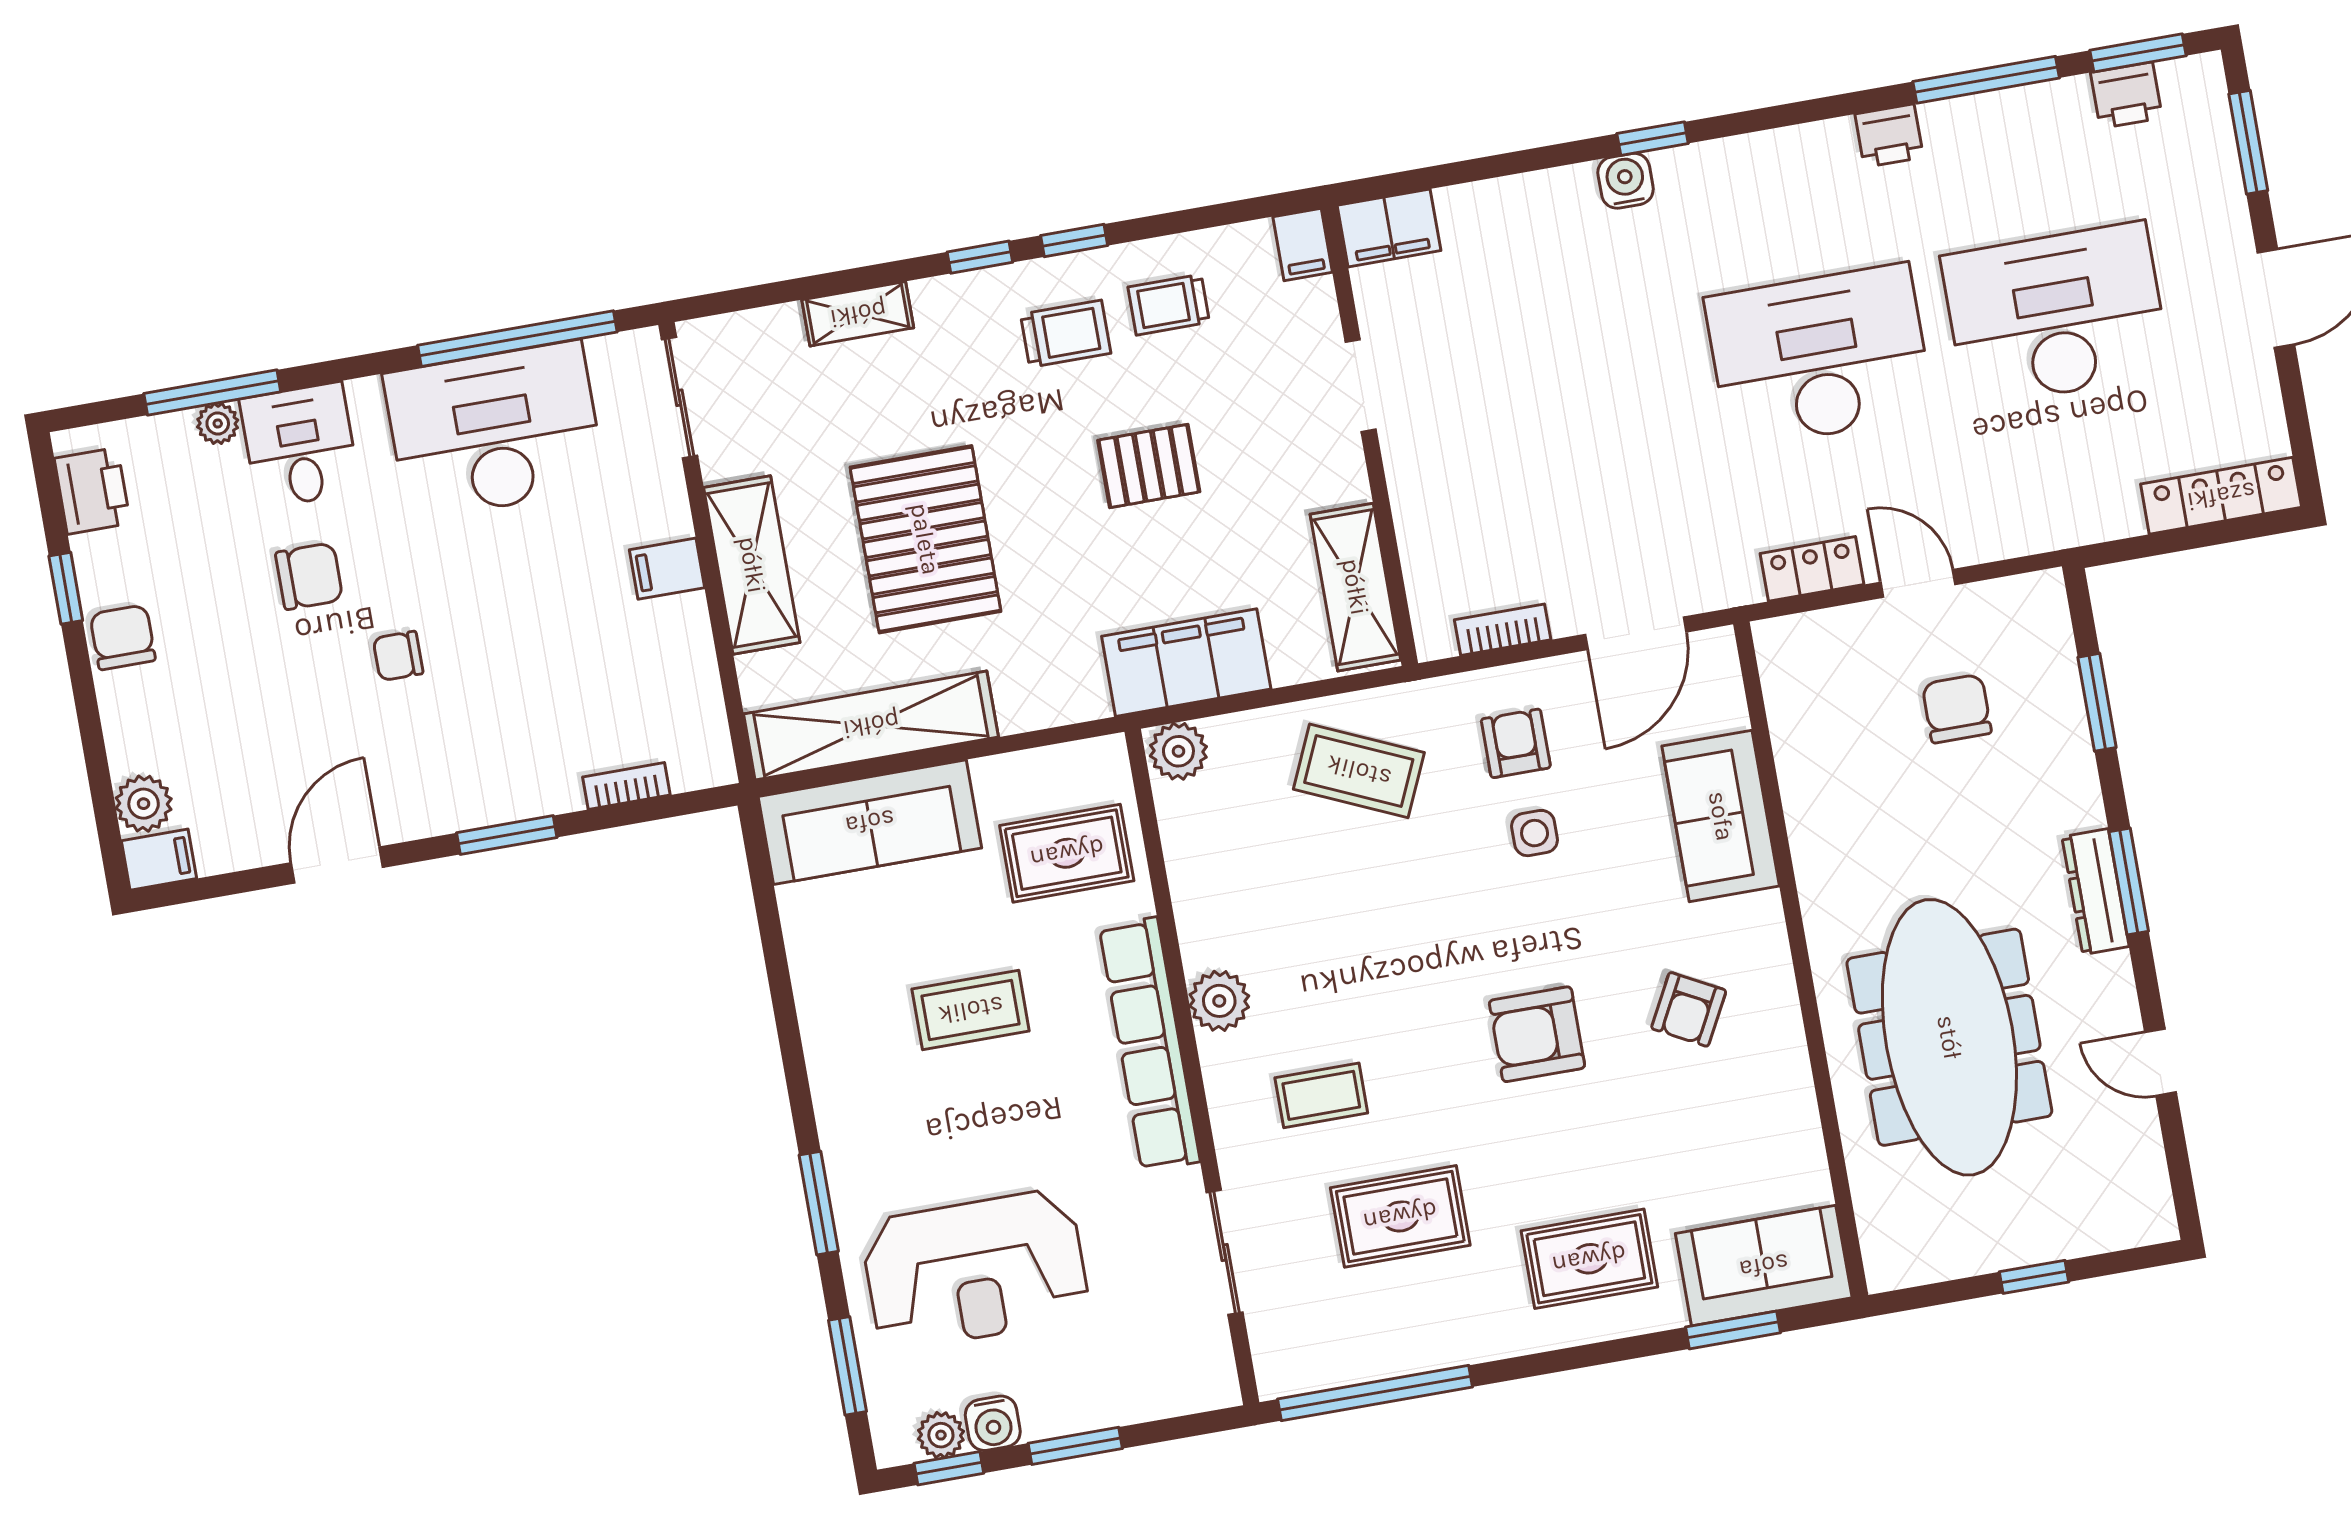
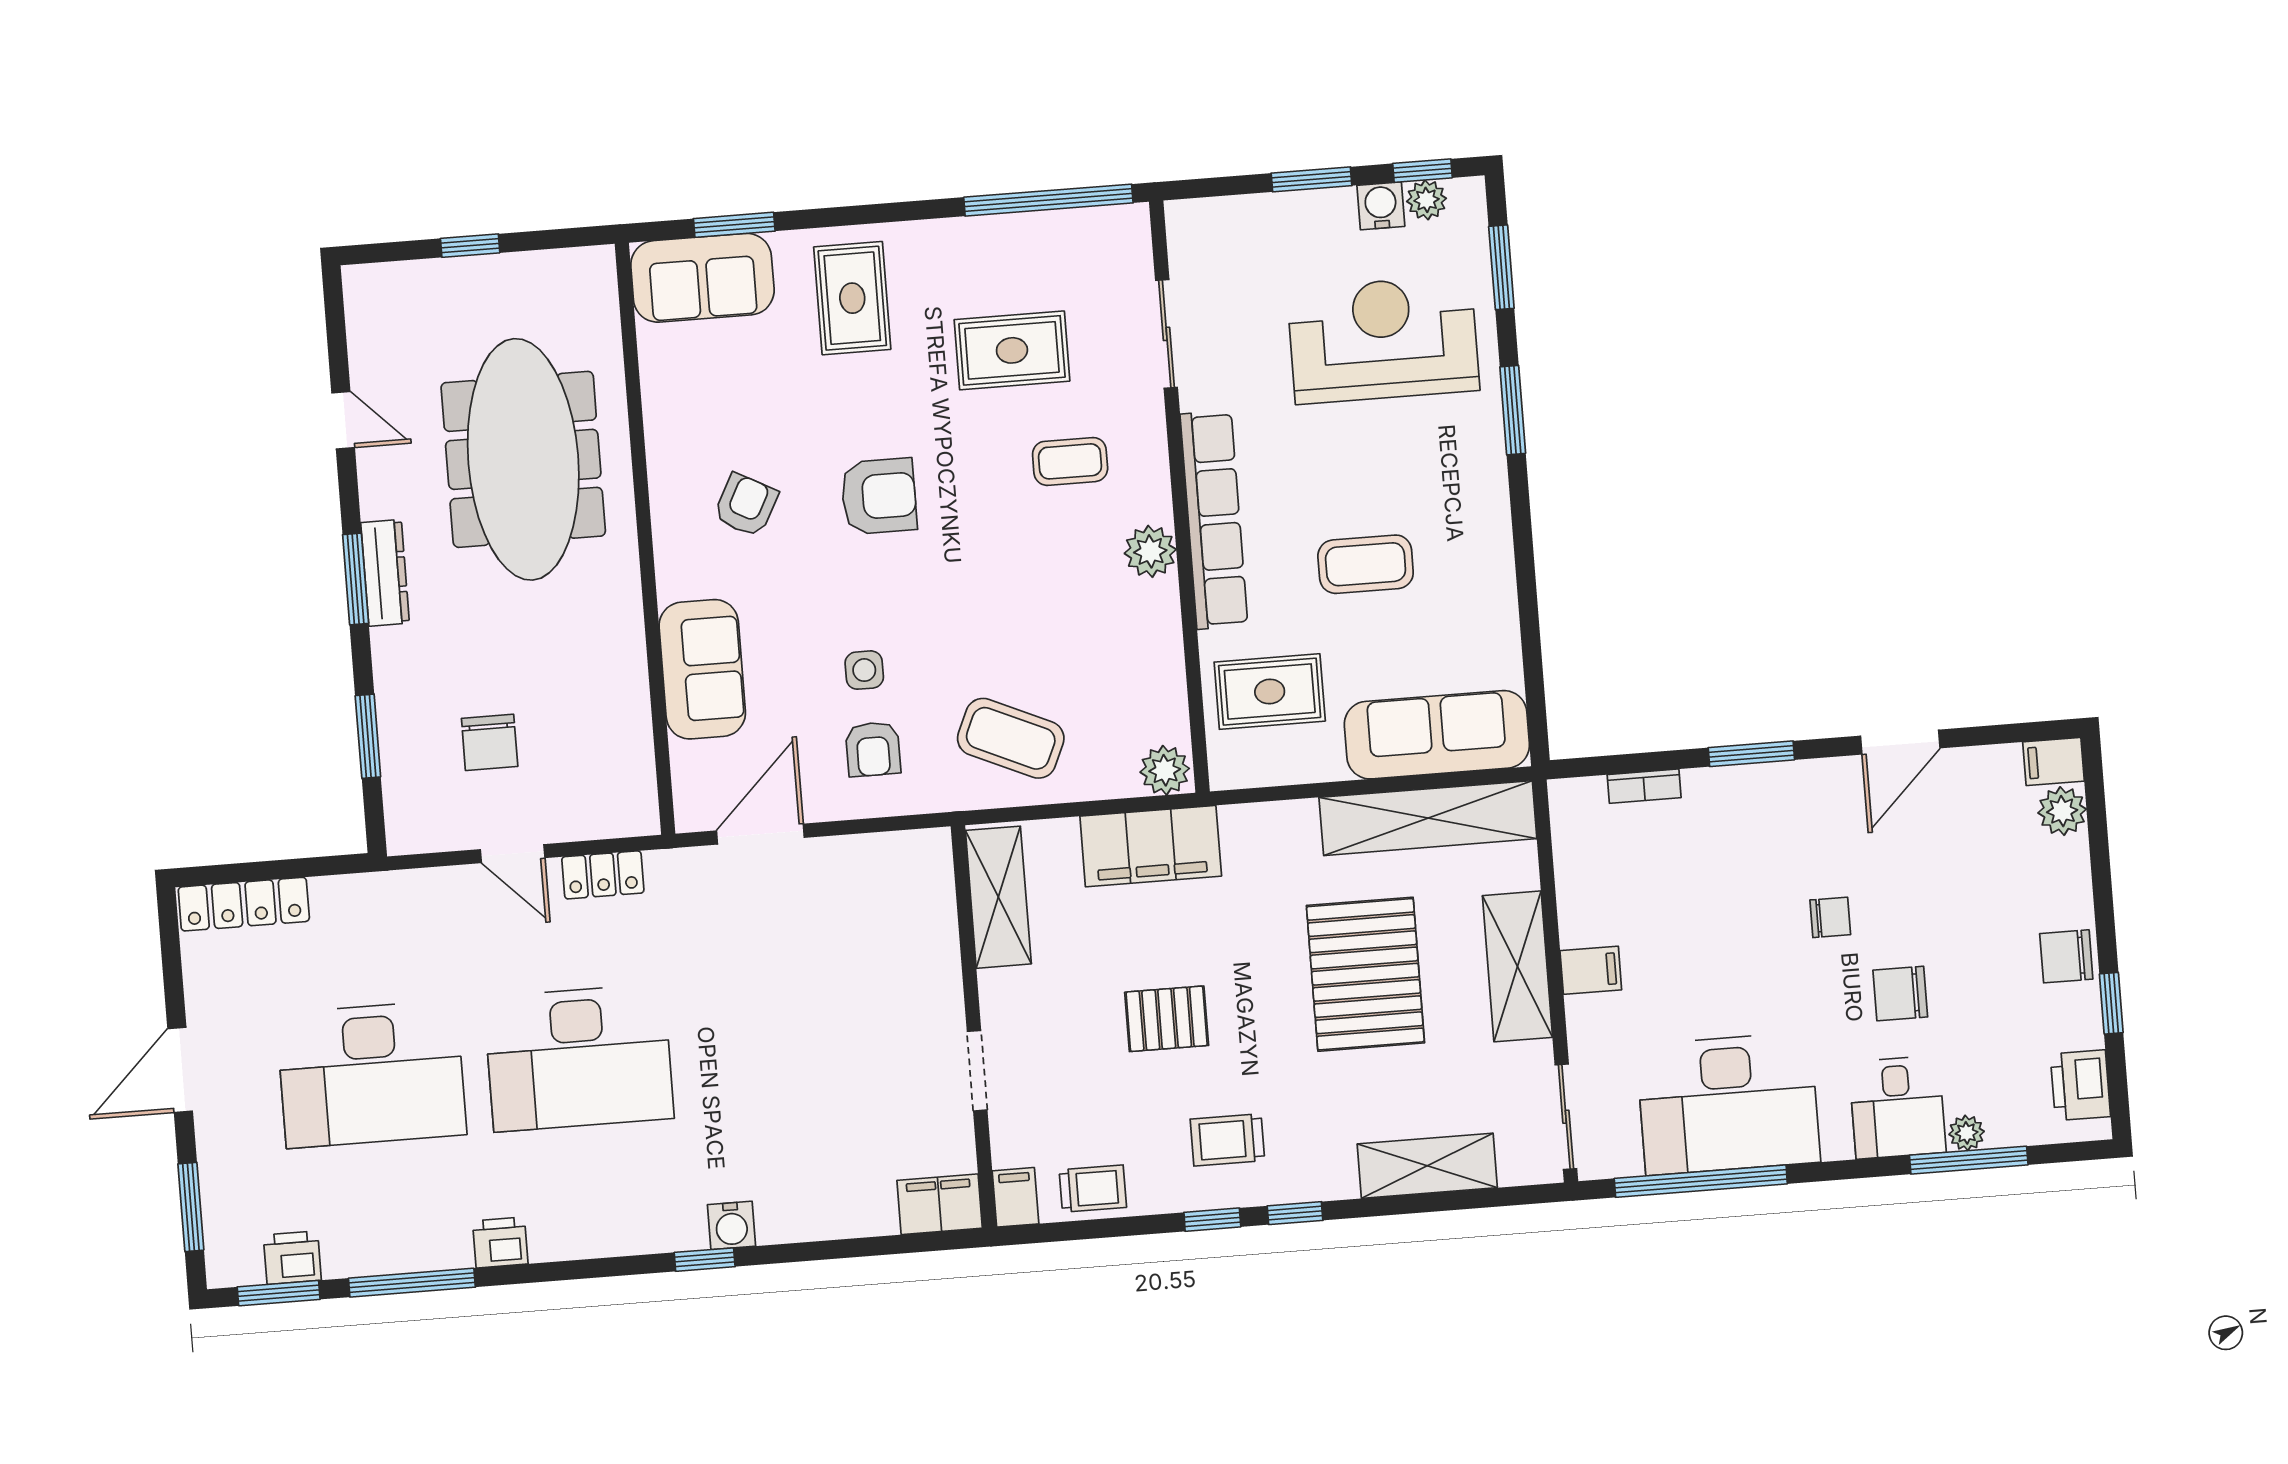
trolley: (1169, 305) -> (1093, 1189), moved
shelving: (858, 314) -> (1427, 1166), width x1.50, depth x1.33
bookcase: (1503, 630) -> (875, 848), removed
chair: (123, 637) -> (2066, 956), turned 90
rug: (1589, 1259) -> (852, 298), turned 90

